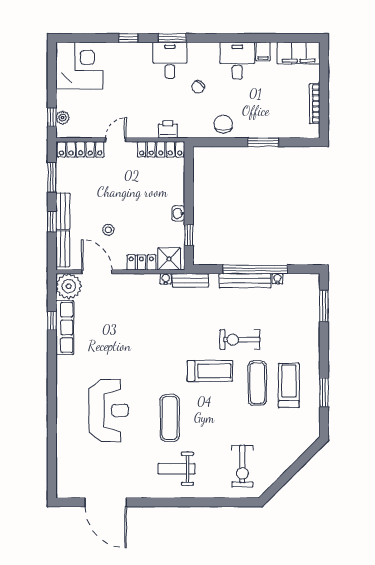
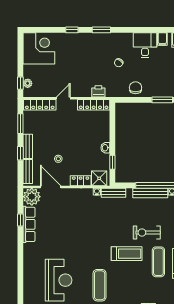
desk: (170, 60) -> (100, 45), removed

